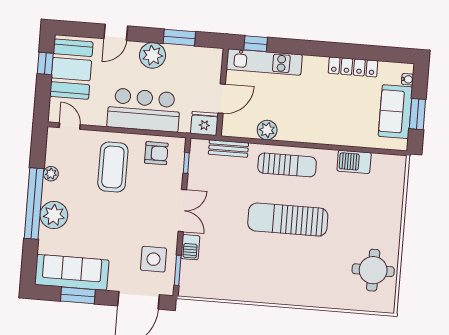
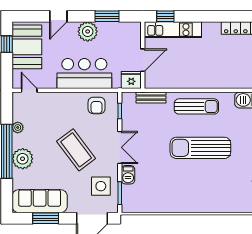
plant: (267, 130) -> (179, 81), removed
armchair: (156, 153) -> (97, 105), turned 90
coffee table: (113, 167) -> (76, 150), moved, turned -37

